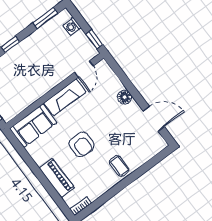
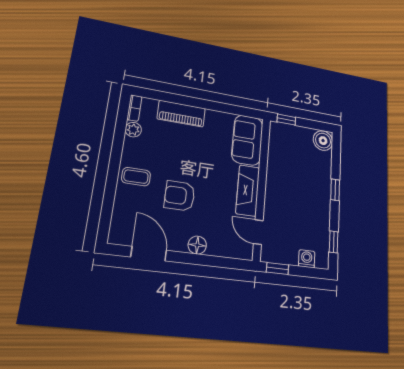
window: (45, 18) -> (334, 242), width x0.67
door: (154, 119) -> (149, 254), swing flipped
armchair: (82, 144) -> (180, 196), moved
plant: (94, 194) -> (133, 130), added

